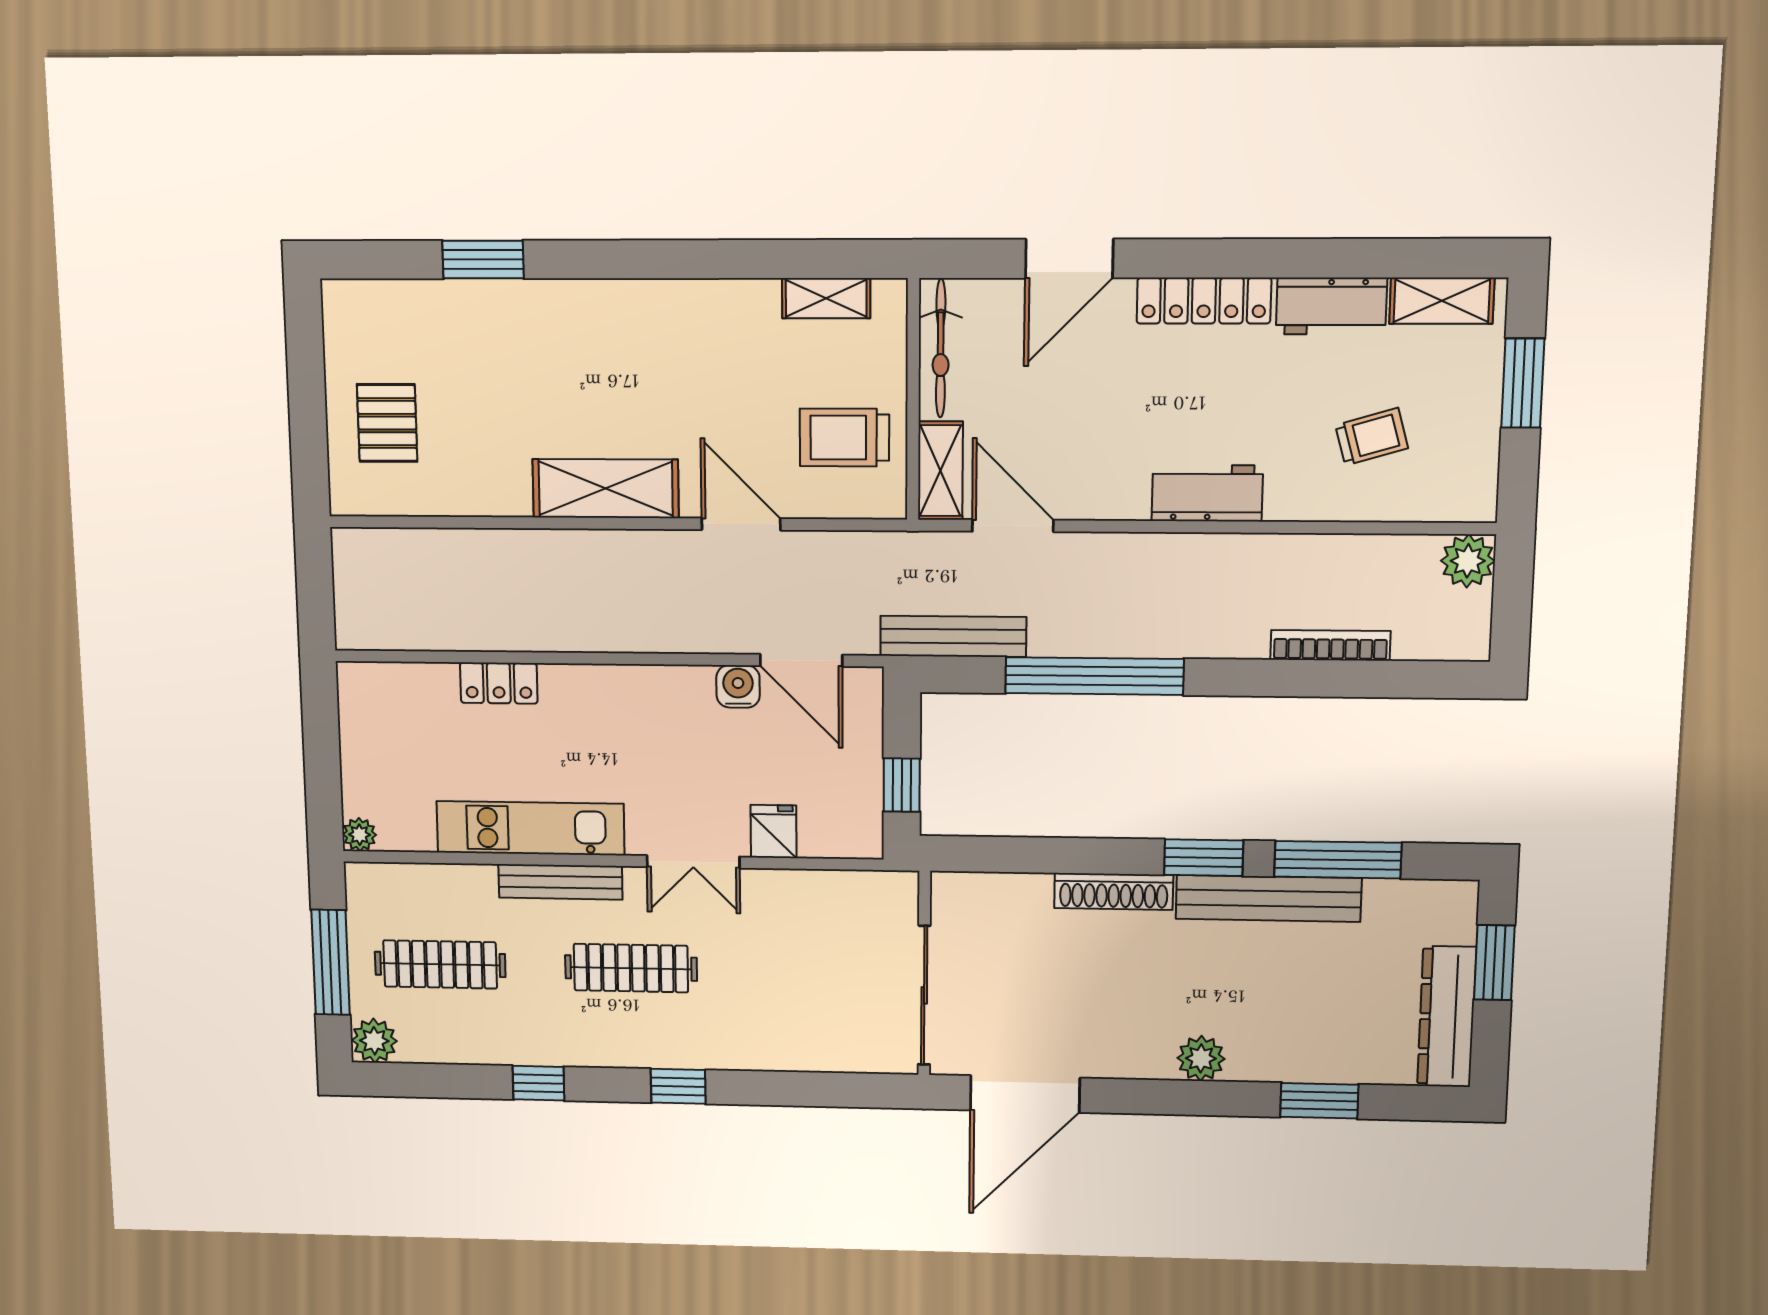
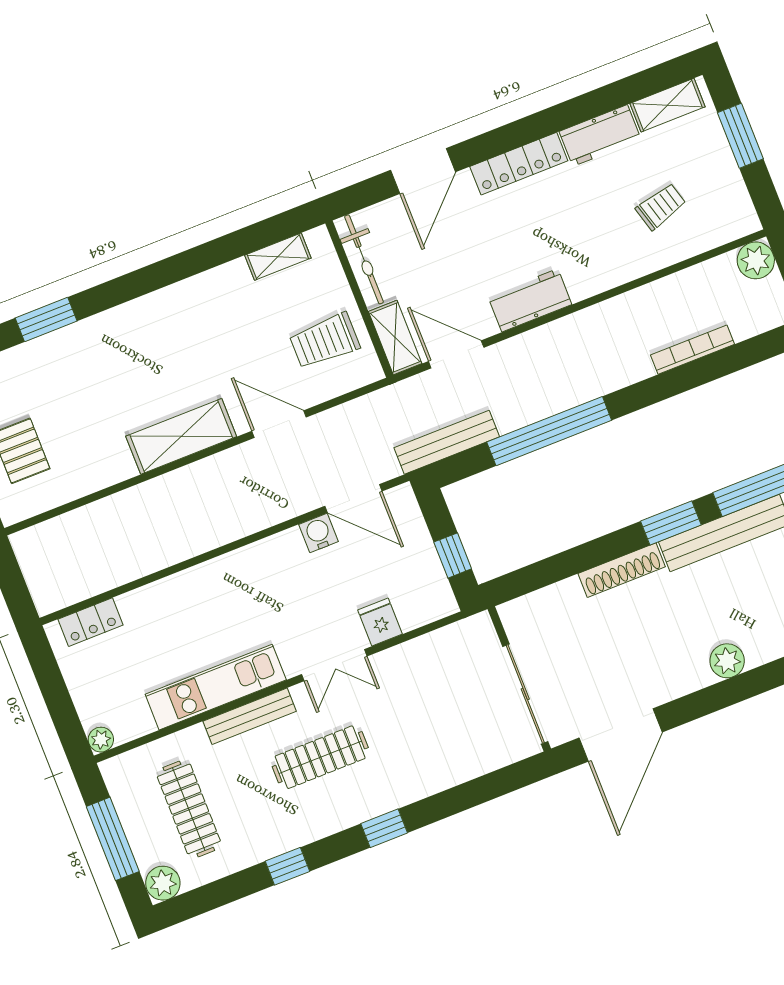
workbench: (1207, 493) -> (530, 300), moved
locker: (499, 683) -> (91, 622), moved
clothes rail: (440, 964) -> (189, 809), turned 90

